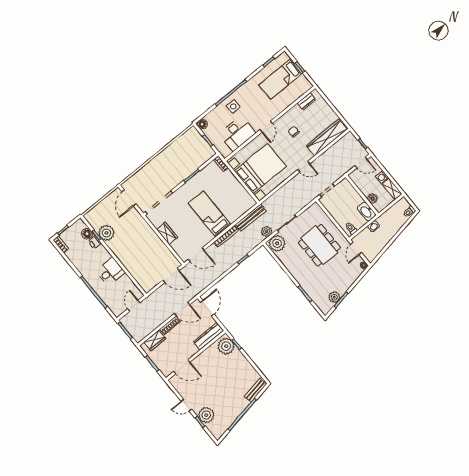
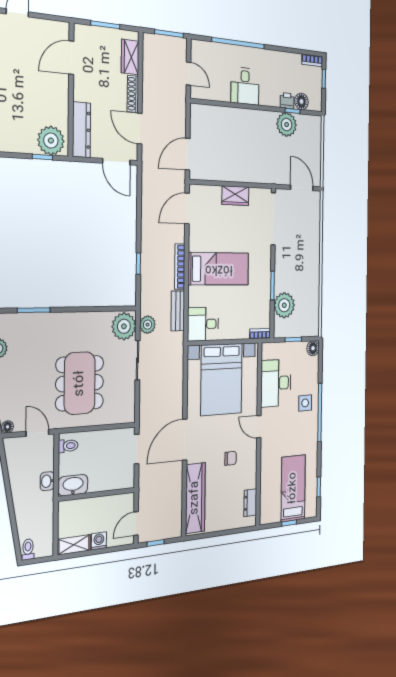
plant: (195, 160) -> (284, 305), added
door: (304, 167) -> (185, 440), width x1.88
boiler: (372, 199) -> (82, 506), removed
desk: (242, 201) -> (203, 324), added
bench: (251, 218) -> (178, 311), width x0.73
dining table: (319, 245) -> (80, 383), turned 90
door: (182, 309) -> (140, 129), hinge flipped

